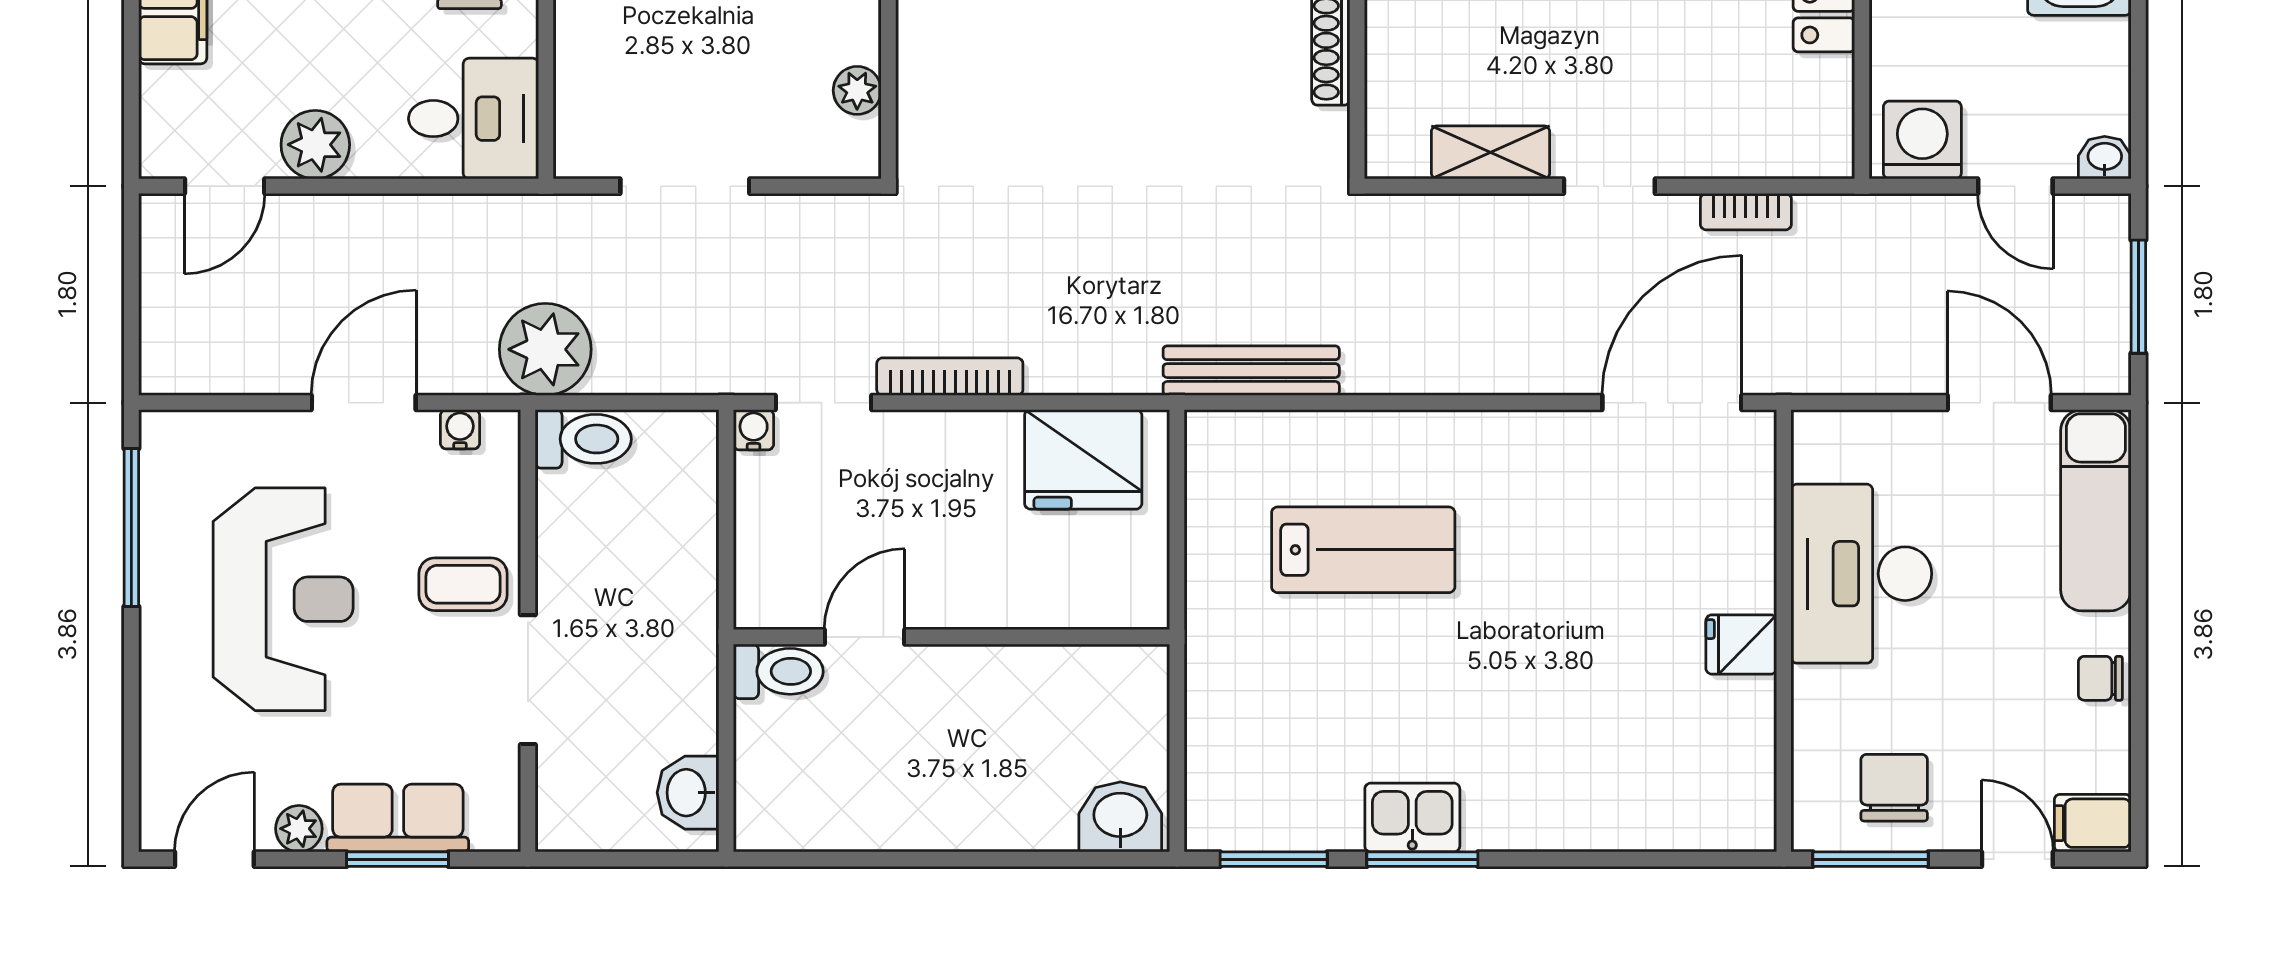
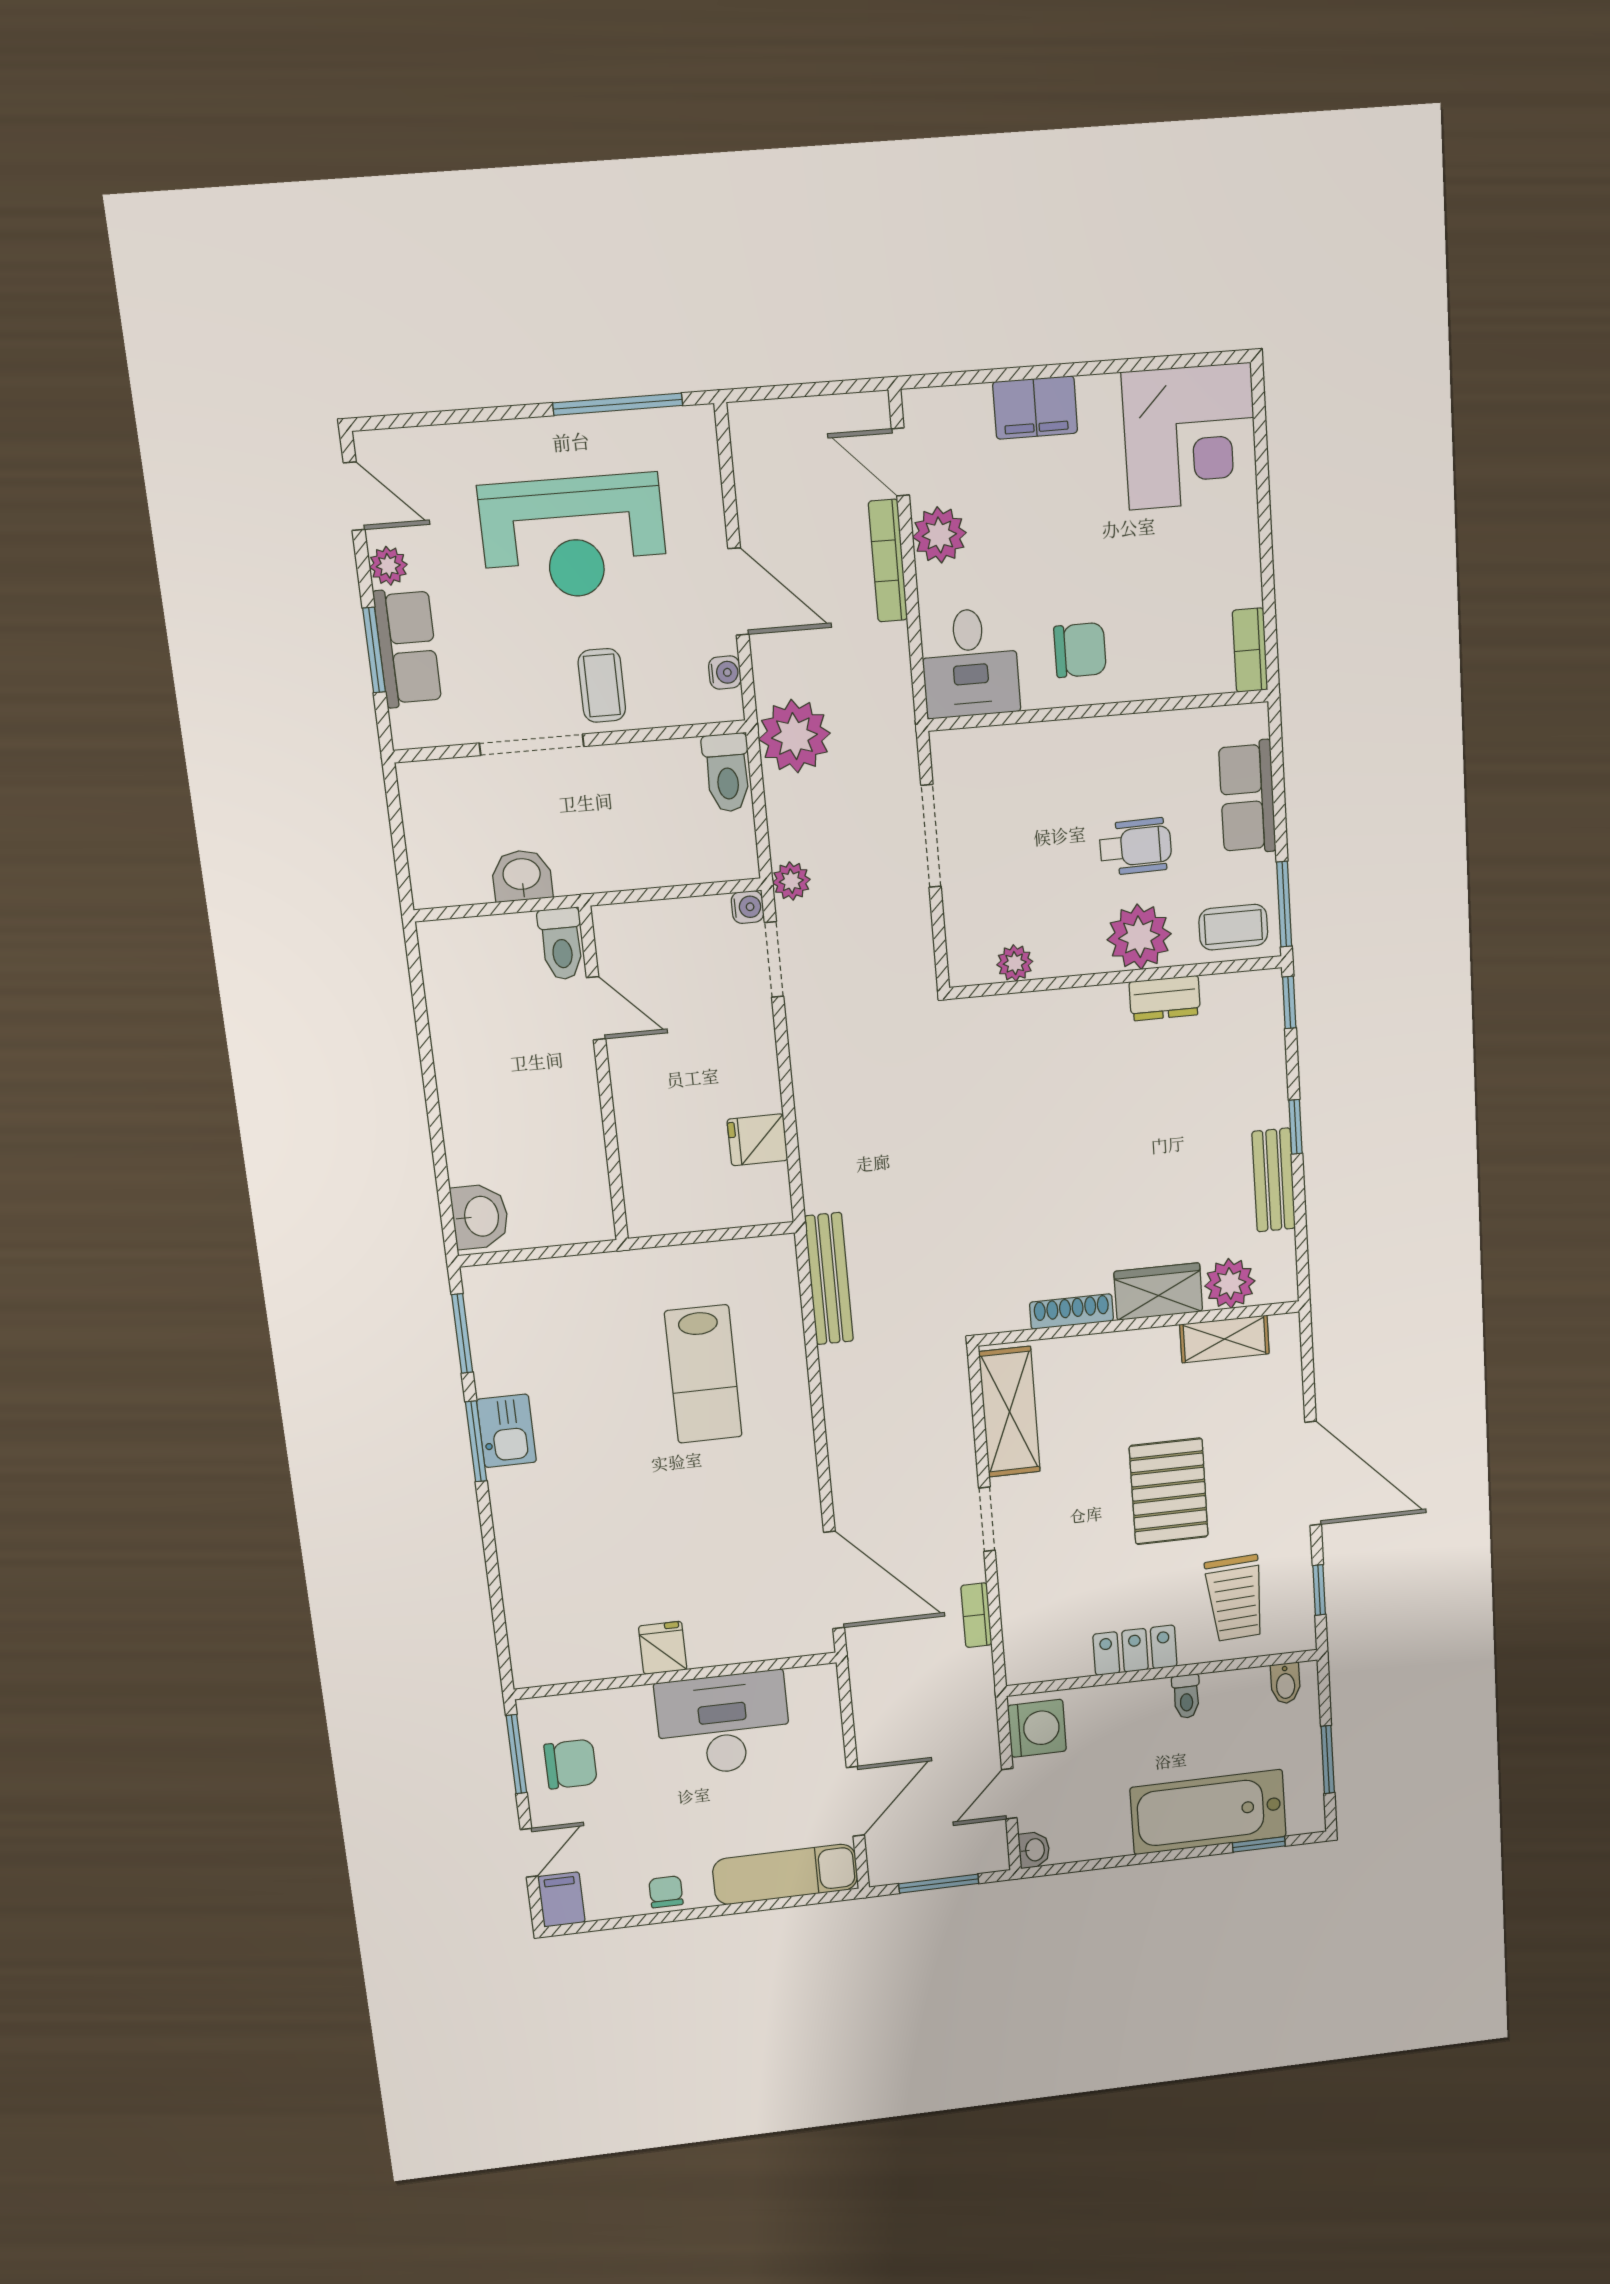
shelving: (1491, 152) -> (1010, 1412), width x1.50, depth x1.33
plant: (726, 371) -> (791, 881), added
bookcase: (950, 377) -> (888, 561), moved, turned 180
fridge: (1083, 459) -> (757, 1140), width x0.53, depth x0.75
washbasin: (688, 793) -> (522, 876), moved

